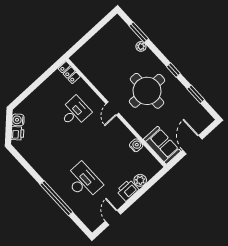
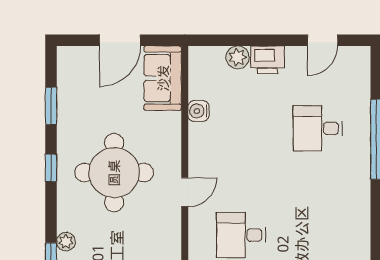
desk: (83, 181) -> (318, 128), width x0.73

